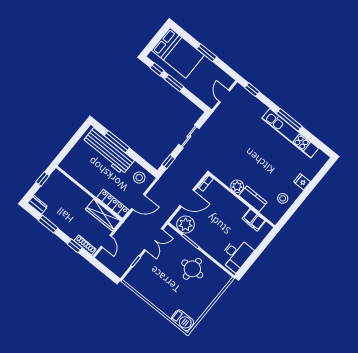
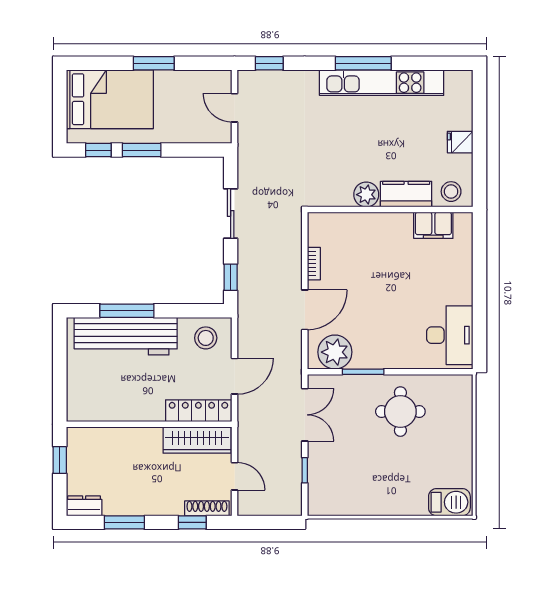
plant: (237, 186) -> (366, 195), moved
kitchen counter: (253, 199) -> (406, 194), moved
wall: (242, 200) -> (390, 210), moved
filing cabinet: (254, 220) -> (433, 225), moved

